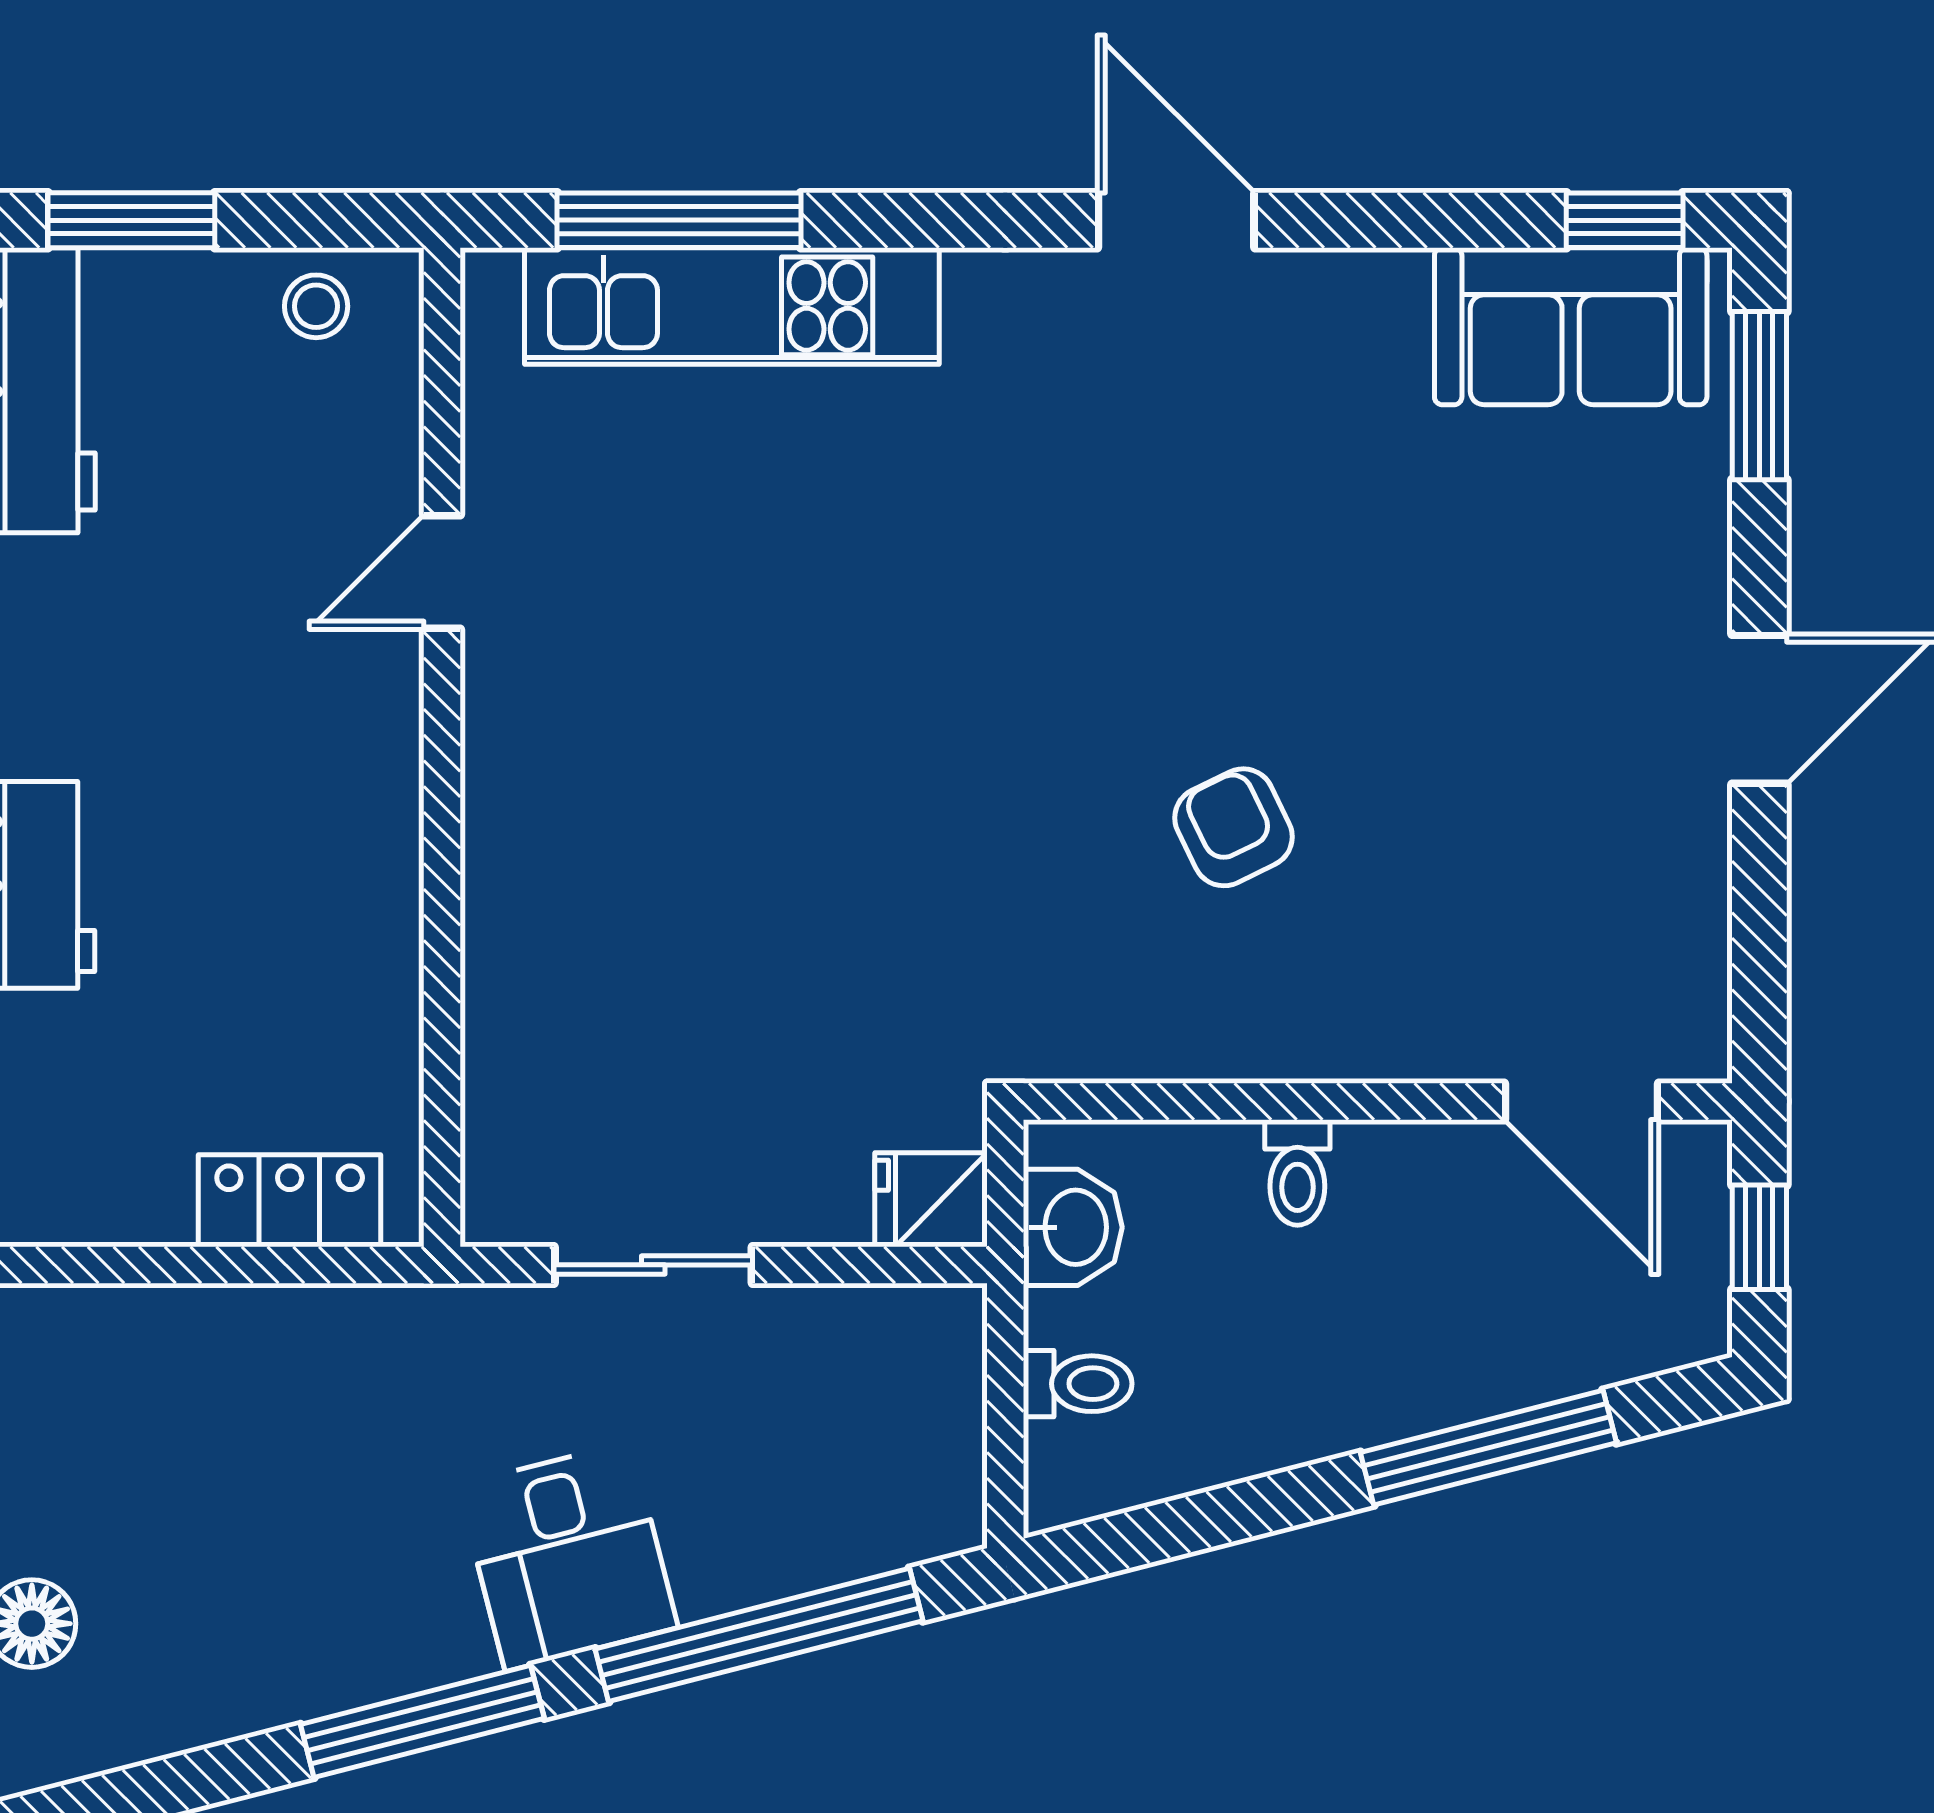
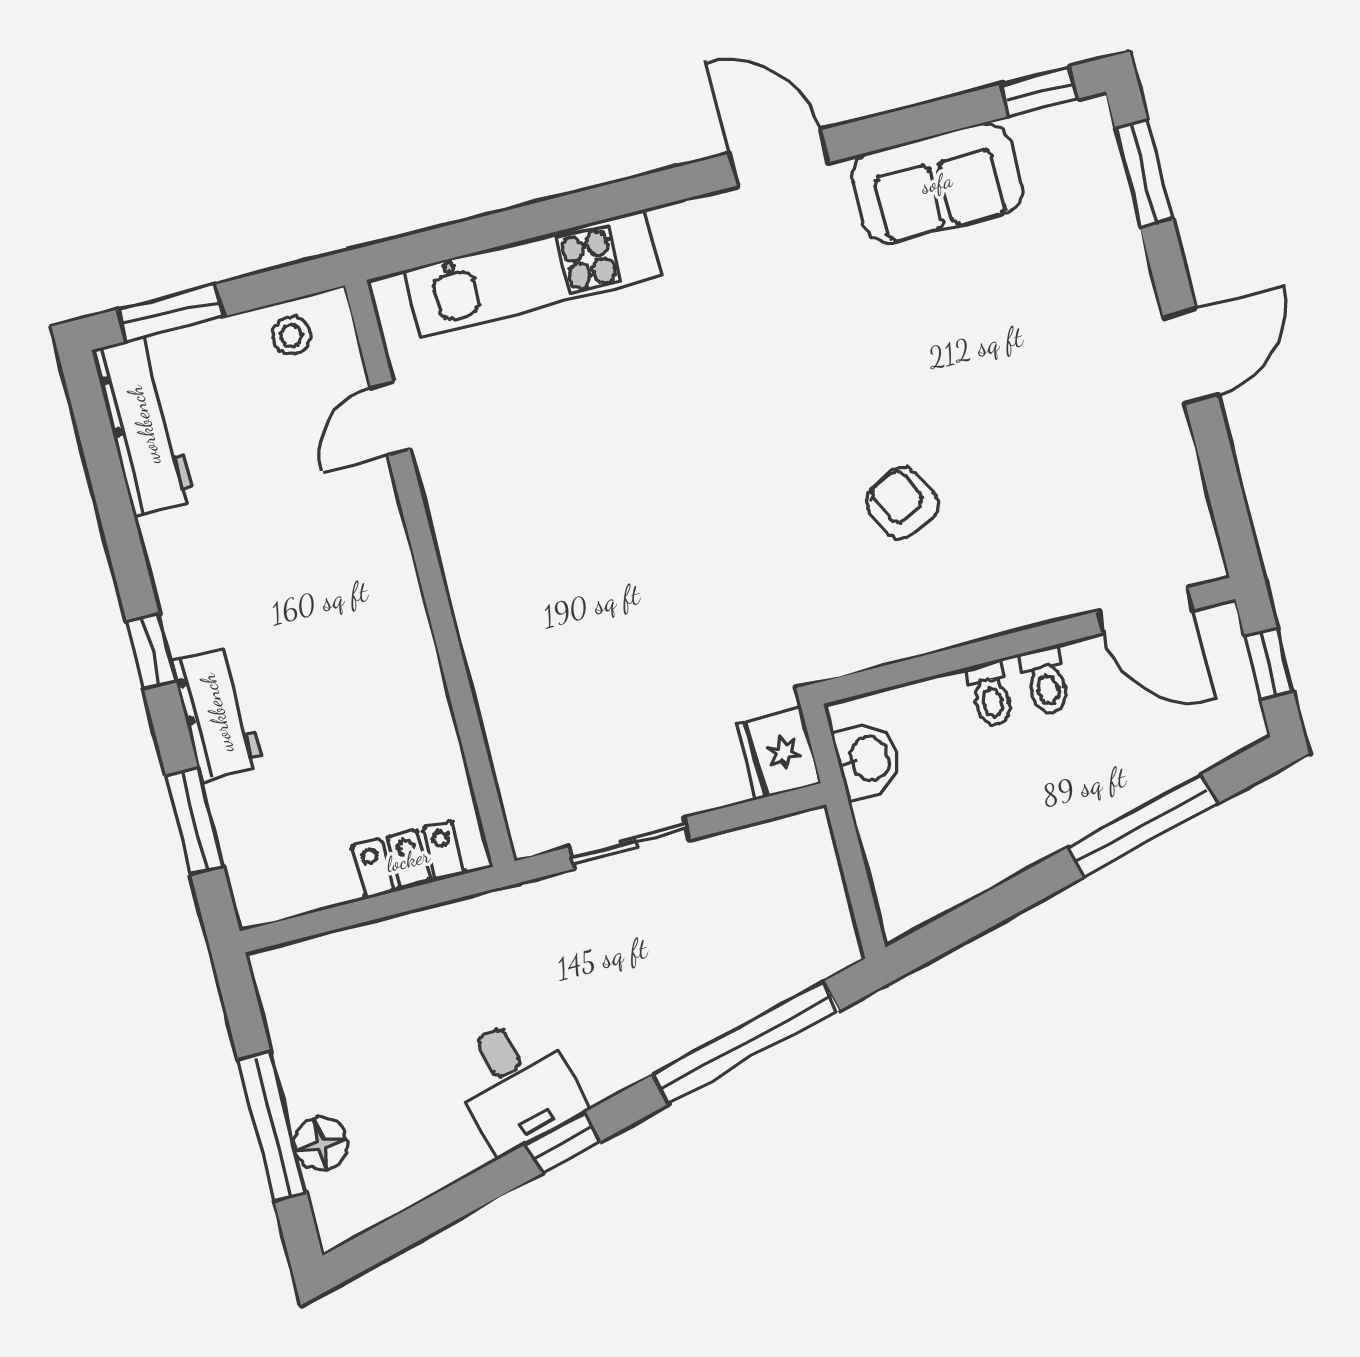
window: (679, 220) -> (489, 232), removed
sofa: (1571, 326) -> (937, 183), moved
door: (442, 572) -> (390, 419), moved
fridge: (931, 1200) -> (779, 754), width x1.38
toilet: (1078, 1384) -> (1046, 681), moved, turned 90
desk: (568, 1557) -> (516, 1084), moved
window: (422, 1721) -> (563, 1143), width x0.46

